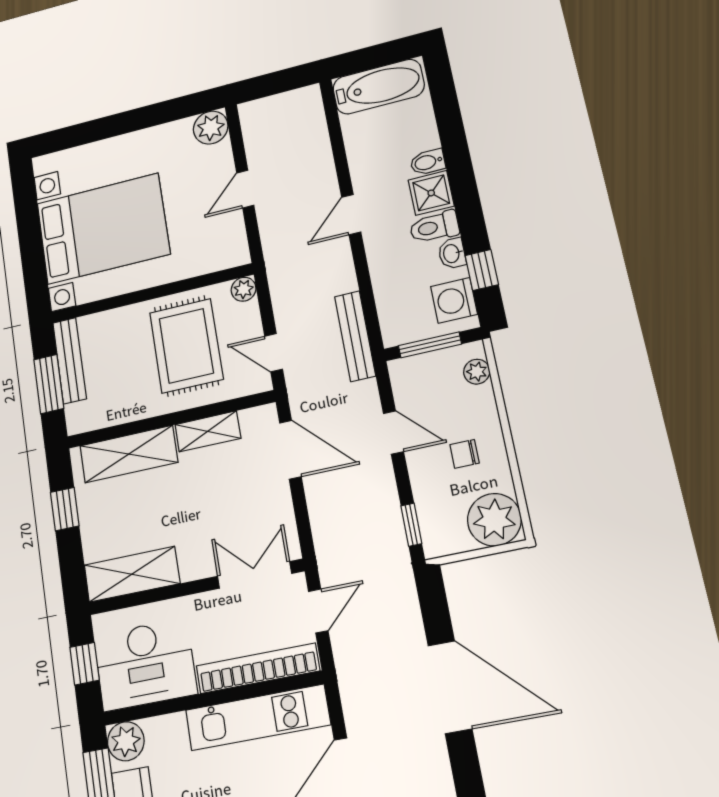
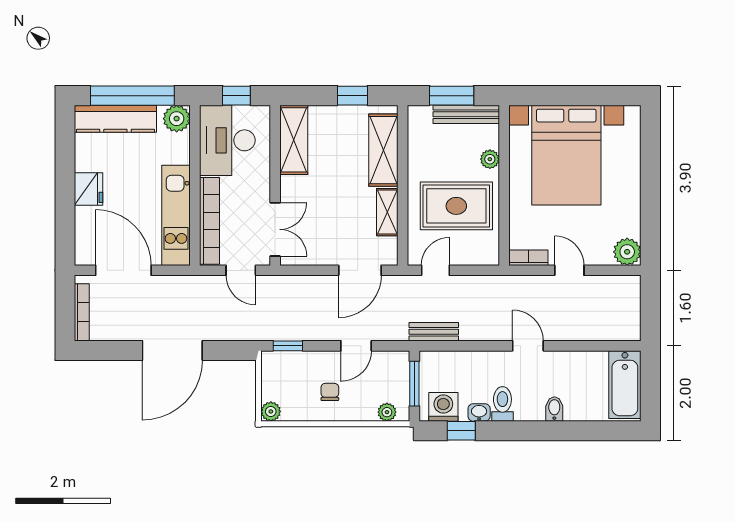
shower: (431, 193) -> (529, 407), removed
bookcase: (238, 242) -> (528, 258), added
plant: (244, 289) -> (490, 159), moved
bench: (355, 336) -> (434, 332), width x0.73
plant: (494, 520) -> (271, 411), width x0.53, depth x0.53

